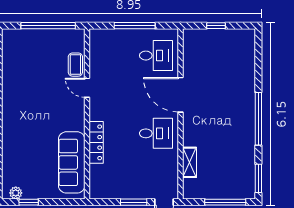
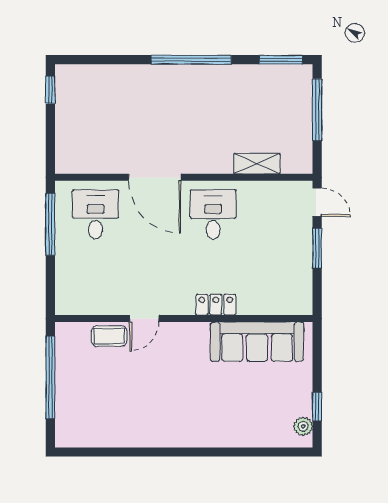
window: (135, 26) -> (50, 224), moved
window: (216, 26) -> (50, 90), moved
door: (180, 95) -> (155, 177), hinge flipped
locker: (96, 142) -> (216, 305), width x0.66

